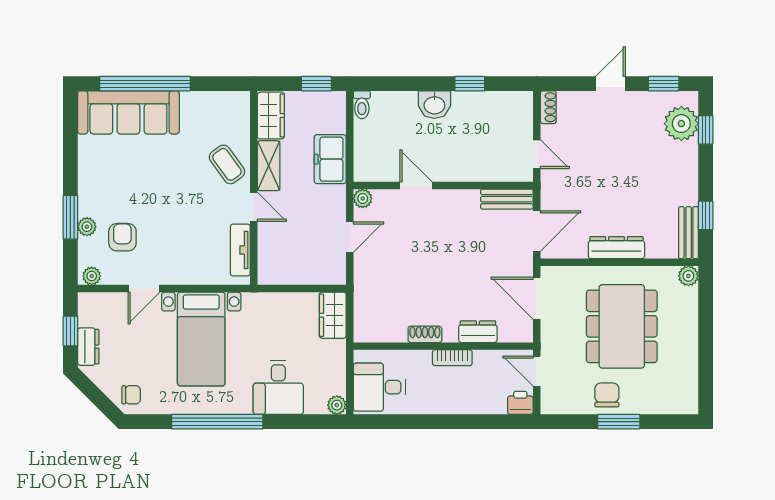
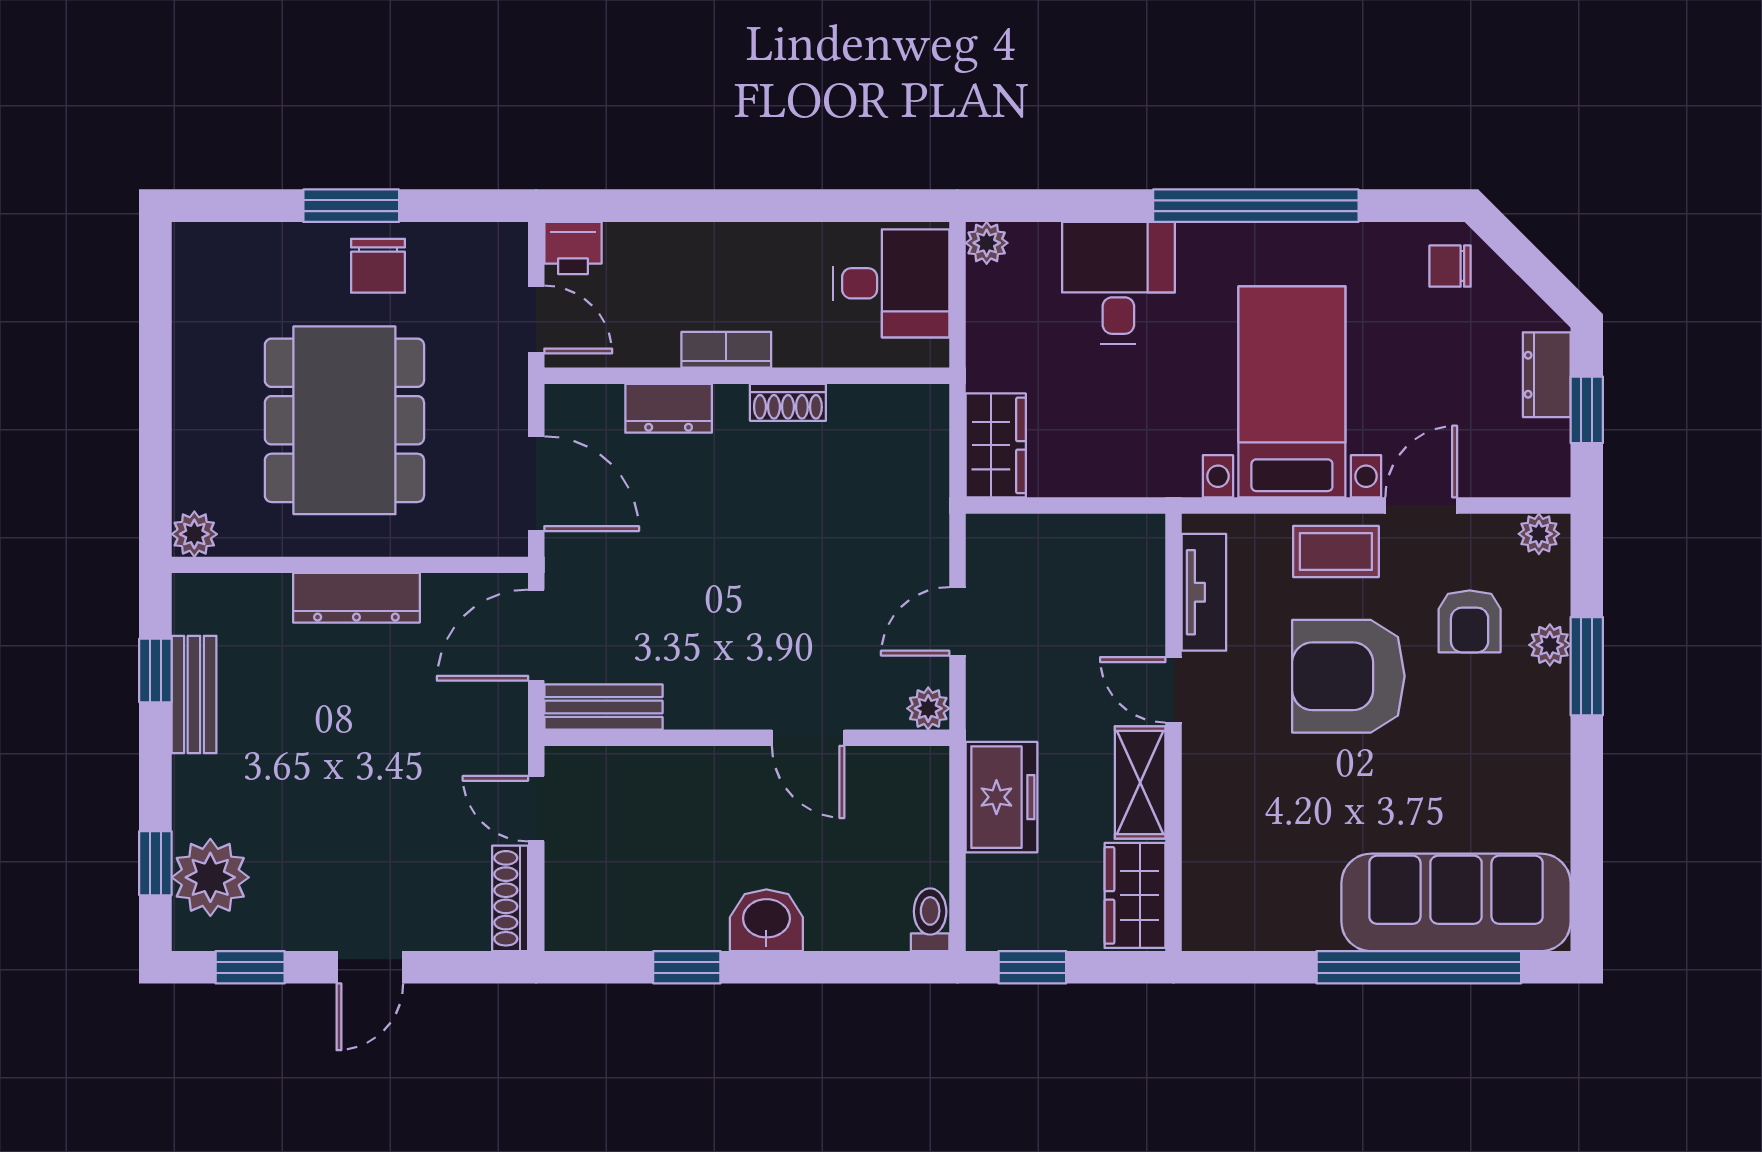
shoe rack: (548, 107) -> (510, 898), width x1.43
coffee table: (227, 164) -> (1336, 551), moved, turned -54
armchair: (176, 213) -> (1348, 676), added
bench: (689, 233) -> (194, 695), moved

